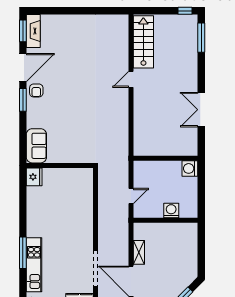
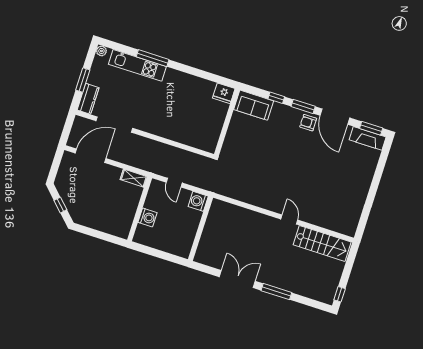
window: (201, 38) -> (276, 292), moved
window: (23, 127) -> (276, 98), added
washing machine: (190, 168) -> (198, 201), moved, turned -90
shelving: (139, 252) -> (134, 178), moved

